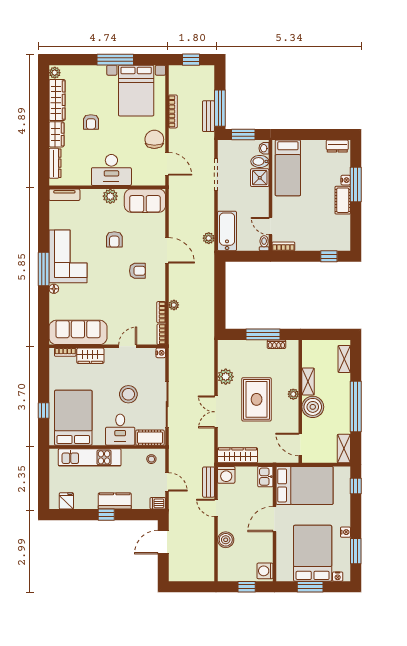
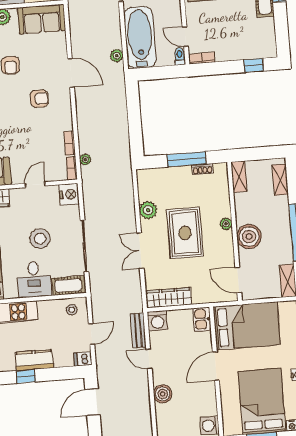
bathtub: (227, 231) -> (140, 37), width x1.36, depth x1.36
plant: (174, 305) -> (85, 160), moved
nightstand: (161, 353) -> (69, 194), width x1.89, depth x1.79
shelving: (308, 381) -> (239, 177), moved
door: (167, 482) -> (91, 334), hinge flipped

